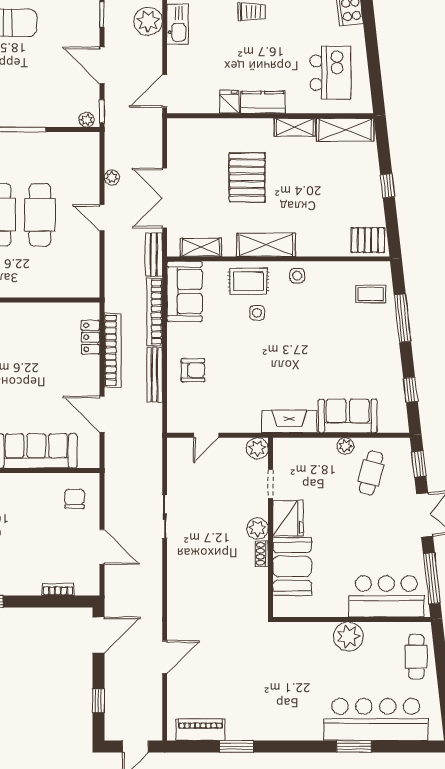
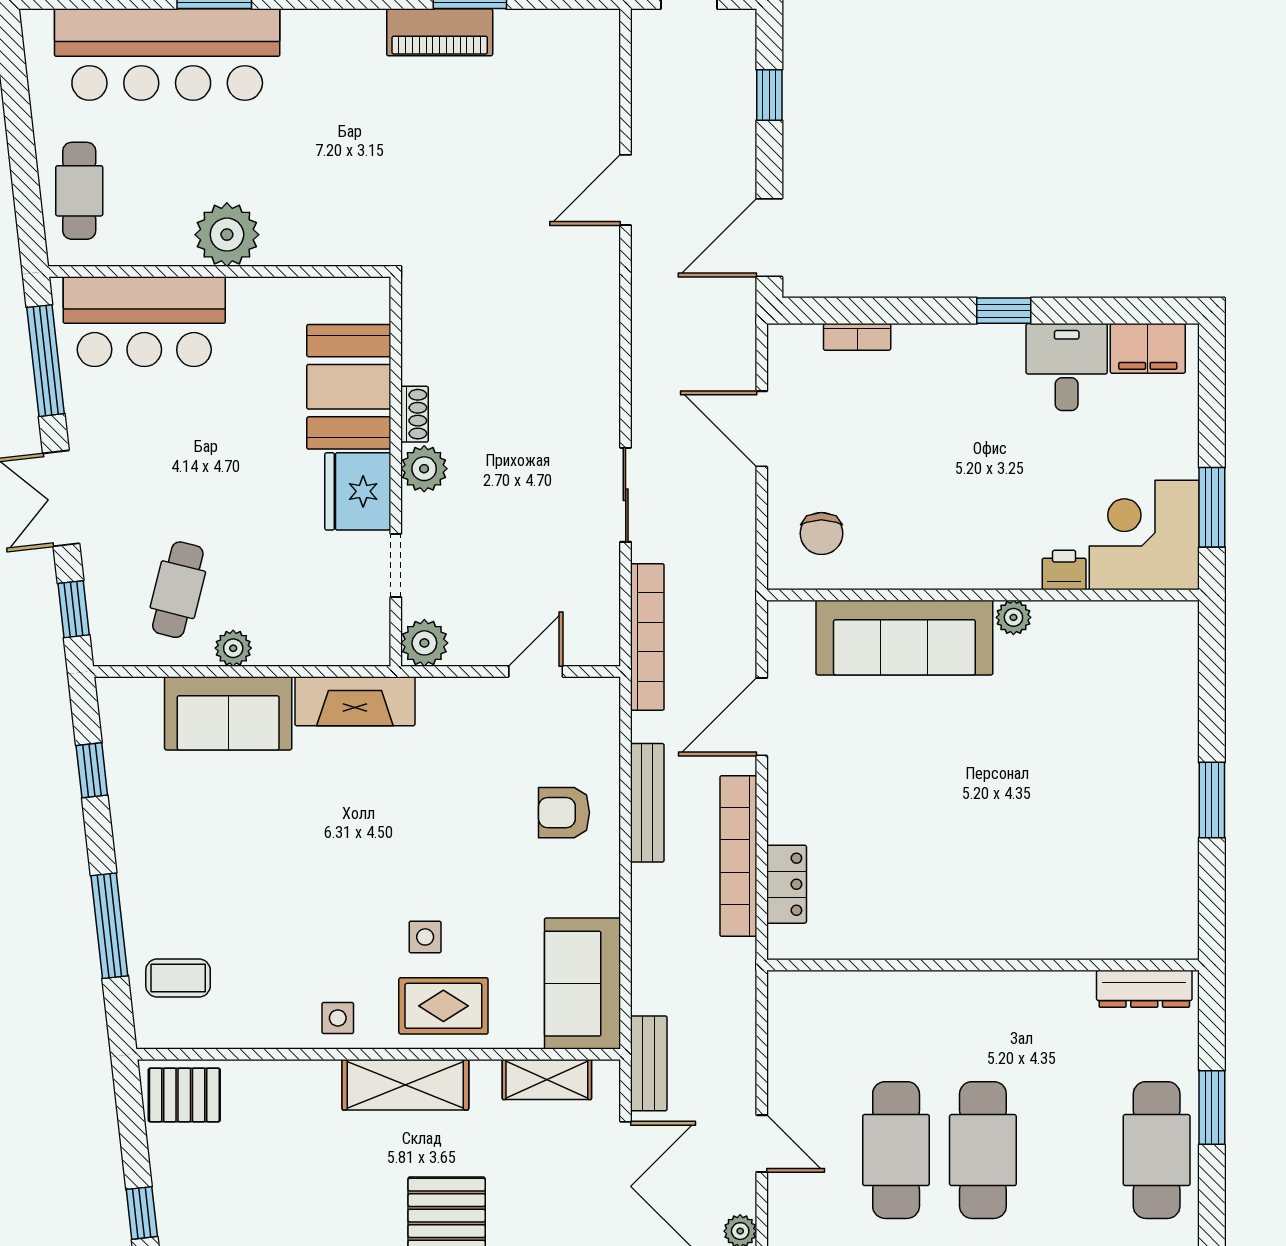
bookcase: (155, 312) -> (647, 637), moved
door: (102, 414) -> (762, 717), swing flipped
piano: (200, 730) -> (440, 32), moved

